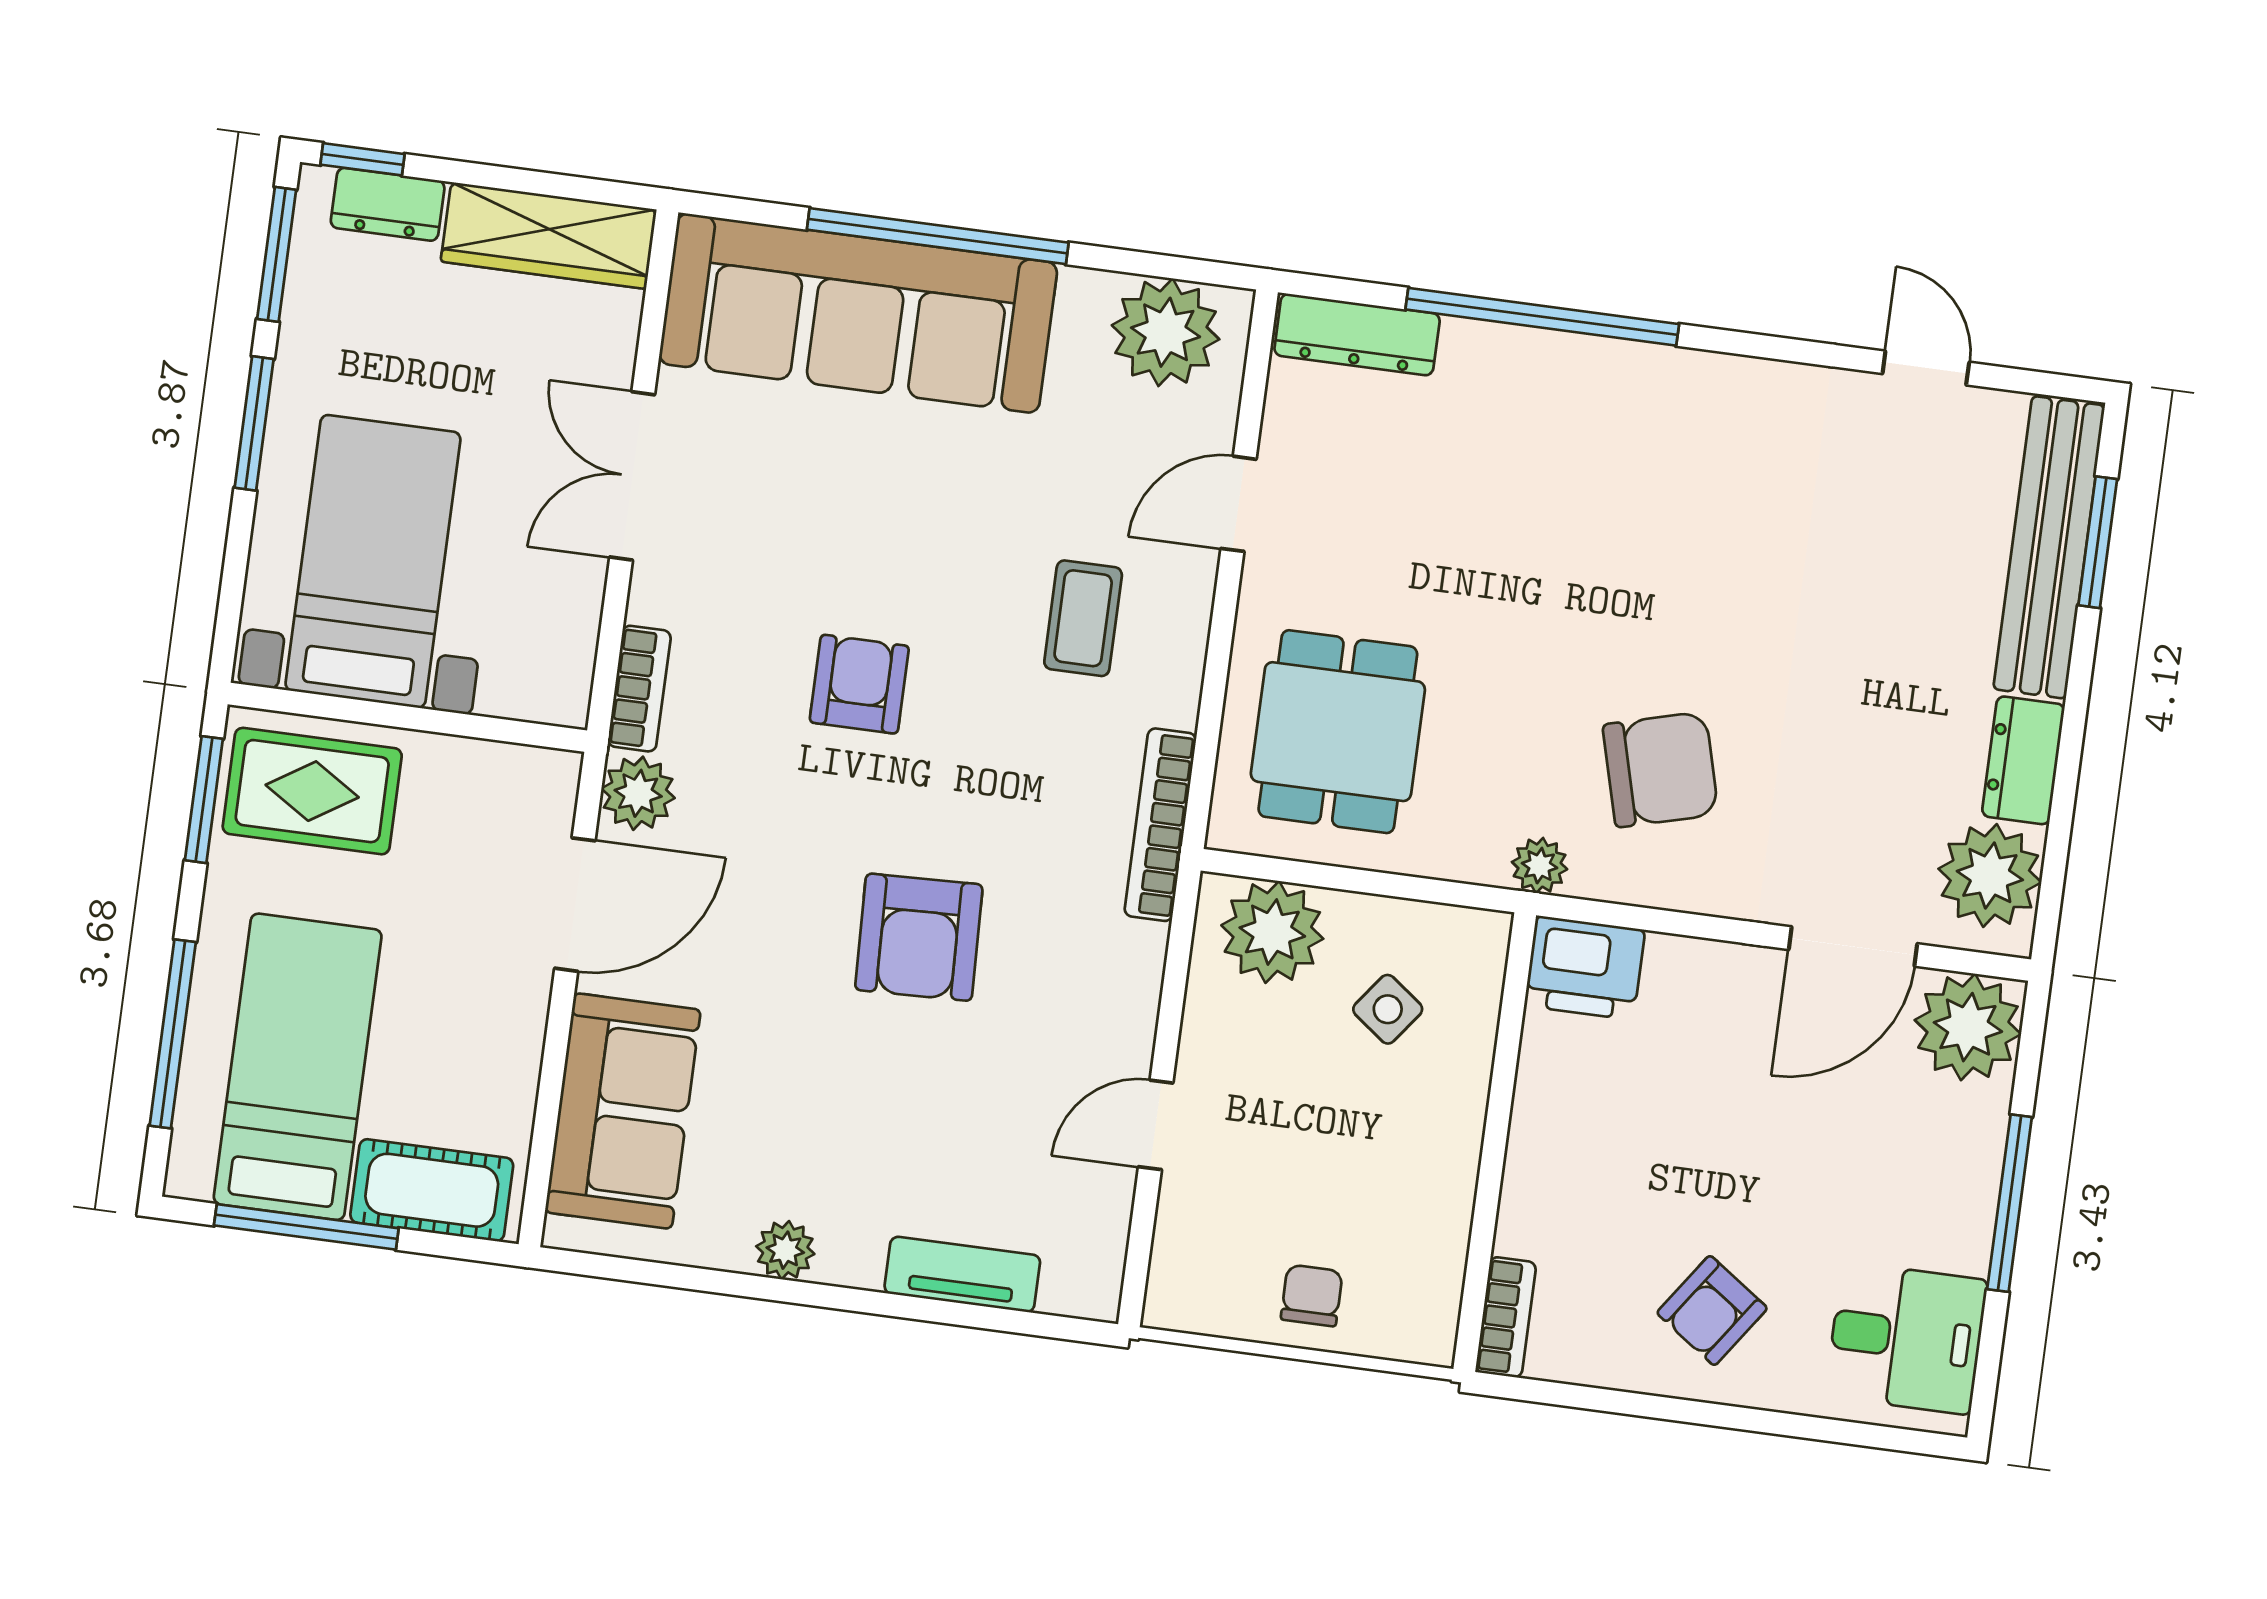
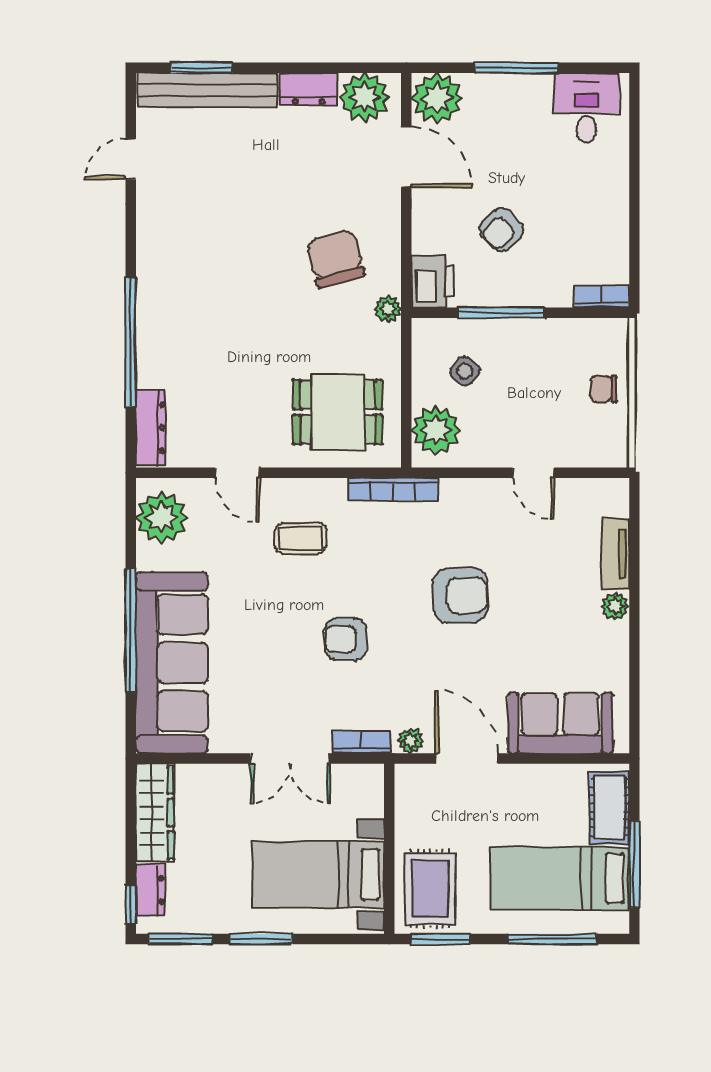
double door: (632, 476) -> (290, 759), moved
plant: (638, 793) -> (410, 741), width x0.73, depth x0.73
window: (1500, 1102) -> (501, 313), added
plant: (785, 1250) -> (615, 606), moved
armchair: (1712, 1310) -> (502, 230), moved, turned 100

